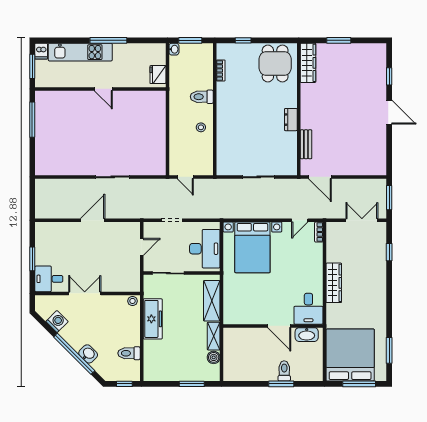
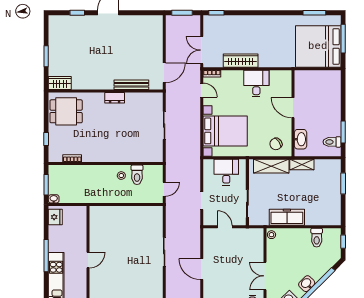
wardrobe: (308, 63) -> (60, 83), width x0.67
fridge: (158, 75) -> (55, 217), moved, turned -90
toilet: (202, 97) -> (137, 175), moved
bench: (306, 144) -> (131, 85), width x1.36
double door: (362, 220) -> (202, 50), moved
desk: (205, 249) -> (226, 172), width x0.73
window: (389, 252) -> (216, 13), moved
wardrobe: (334, 283) -> (241, 61), moved
chair: (237, 306) -> (276, 144), added
desk: (308, 309) -> (256, 83), moved, turned -90
door: (279, 326) -> (293, 108), swing flipped
washbasin: (307, 335) -> (301, 139), moved
washbasin: (88, 354) -> (307, 284), moved
boiler: (214, 357) -> (320, 165), removed
toilet: (284, 371) -> (332, 142), moved
window: (281, 384) -> (343, 132), moved

